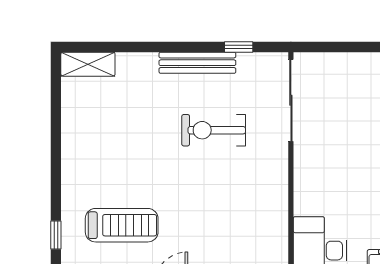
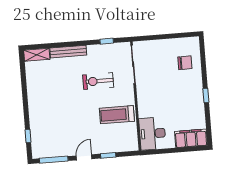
bench: (197, 63) -> (68, 52), moved
treadmill: (122, 225) -> (117, 115), moved, turned 180

